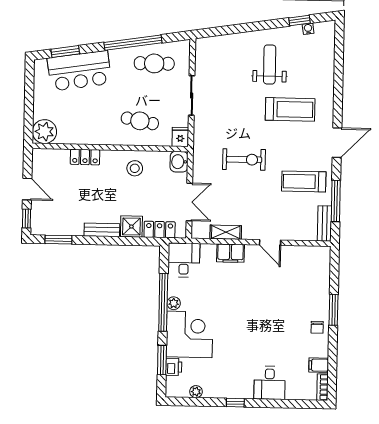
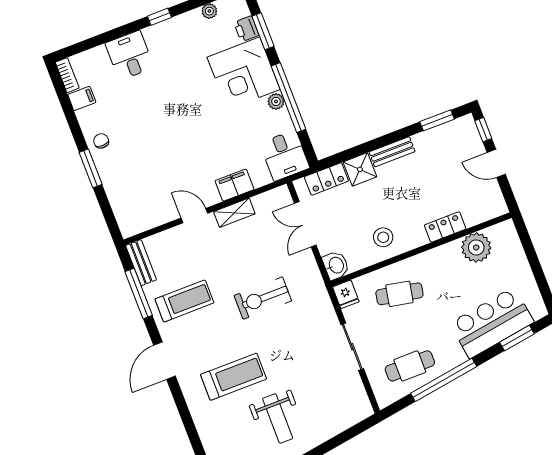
treadmill: (290, 109) -> (233, 377), turned 180
plant: (44, 132) -> (476, 247), moved
shelving: (226, 232) -> (234, 213), moved

